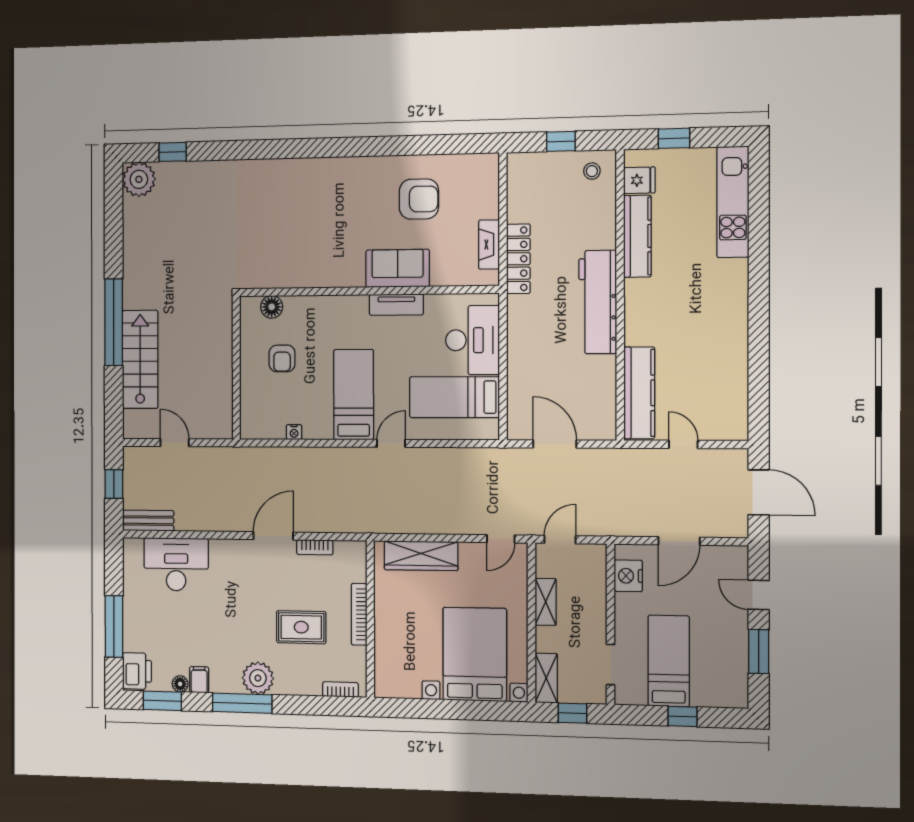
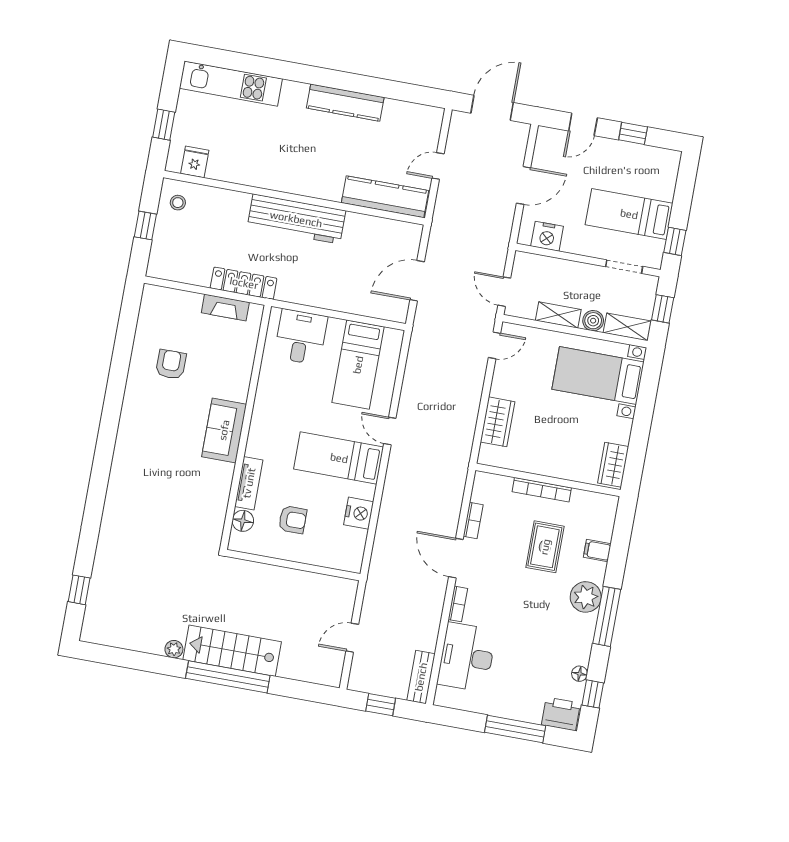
plant: (139, 179) -> (174, 649), moved, width x0.53, depth x0.53
armchair: (419, 199) -> (171, 364), width x0.72, depth x0.72
kitchen counter: (637, 236) -> (345, 103), moved, turned 180
sofa: (398, 268) -> (224, 430), moved
tv unit: (396, 305) -> (249, 483), moved
desk: (472, 340) -> (301, 337), width x0.73
stairs: (140, 359) -> (232, 651), moved
nightstand: (294, 432) -> (359, 513), width x1.89, depth x1.79
door: (501, 539) -> (494, 345), hinge flipped
door: (679, 541) -> (524, 185), hinge flipped
wardrobe: (421, 556) -> (498, 422), width x0.67
boiler: (546, 640) -> (593, 321), added
window: (759, 652) -> (633, 133), width x0.67
bed with nightstands: (475, 654) -> (598, 376), width x0.73
filing cabinet: (199, 680) -> (597, 551), moved
wardrobe: (398, 686) -> (613, 465), added
bookcase: (340, 689) -> (458, 604), moved, turned 180
window: (162, 701) -> (593, 694), width x0.67
window: (682, 716) -> (675, 241), moved

